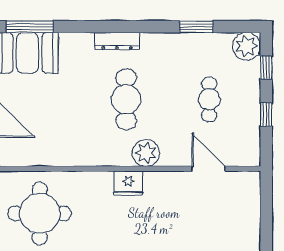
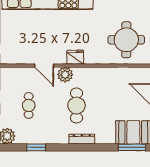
door: (209, 169) -> (44, 66), moved

